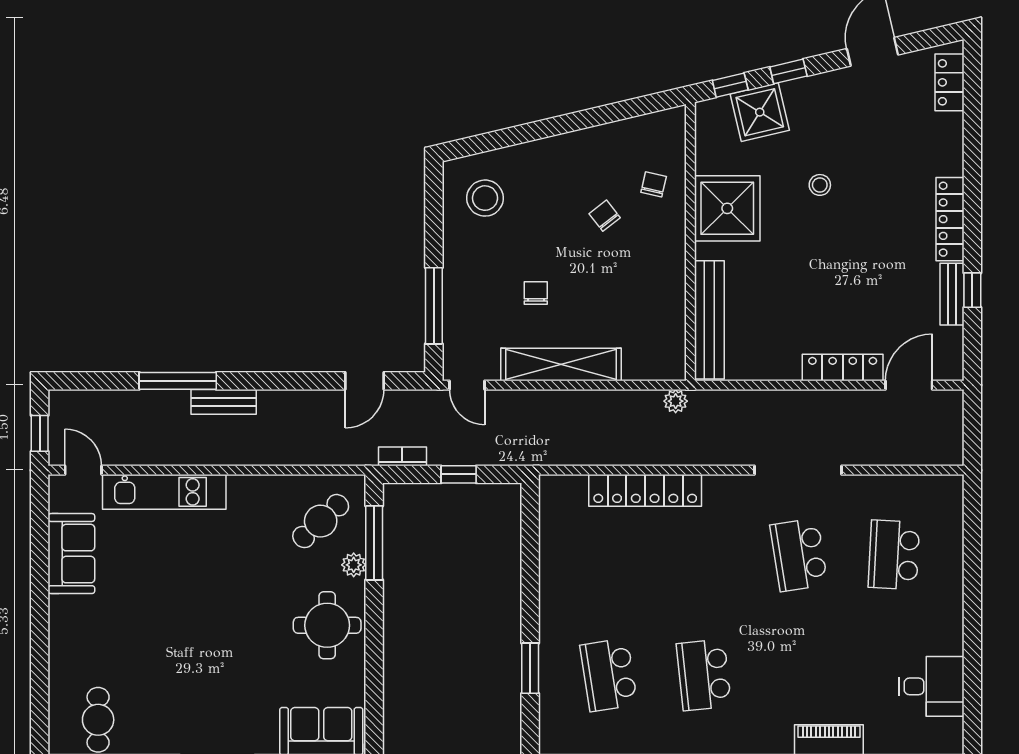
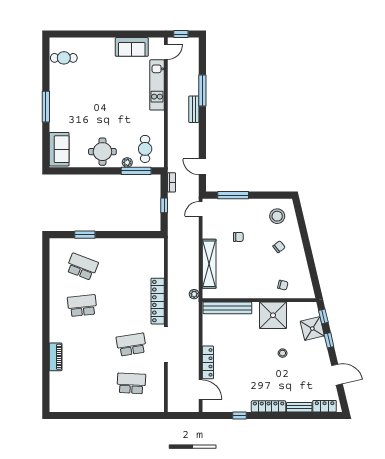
chair: (605, 216) -> (279, 247), moved
bench: (952, 294) -> (299, 407), moved
shelving: (561, 365) -> (209, 264), moved
locker: (645, 490) -> (158, 301), moved
cafe table: (321, 521) -> (145, 149), turned 43
school desk: (609, 675) -> (82, 267), turned 30
desk: (932, 686) -> (77, 399), removed

